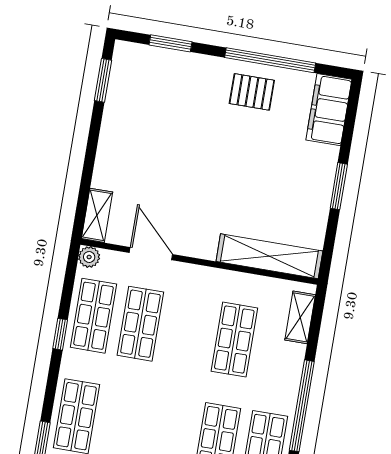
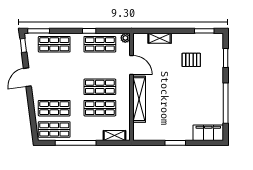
pallet: (252, 92) -> (191, 60), moved, turned 90
shelving: (97, 215) -> (160, 38), moved
door: (151, 254) -> (132, 65), hinge flipped
shelving: (269, 256) -> (139, 99), moved
shop shelf: (140, 324) -> (100, 87), moved

